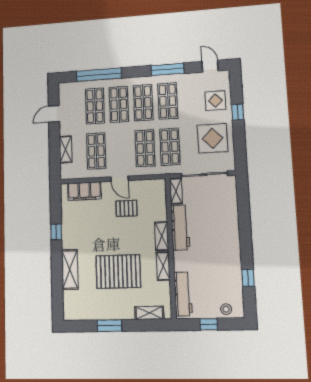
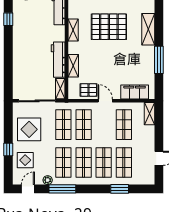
door: (210, 66) -> (28, 189), swing flipped
window: (99, 75) -> (120, 189), width x0.47
plant: (186, 79) -> (48, 180), added
shelving: (66, 149) -> (150, 114), moved
pallet: (126, 208) -> (89, 90), moved
window: (56, 232) -> (159, 60), width x2.17
shelving: (162, 236) -> (73, 66), moved

